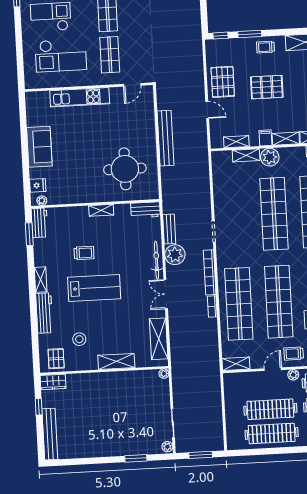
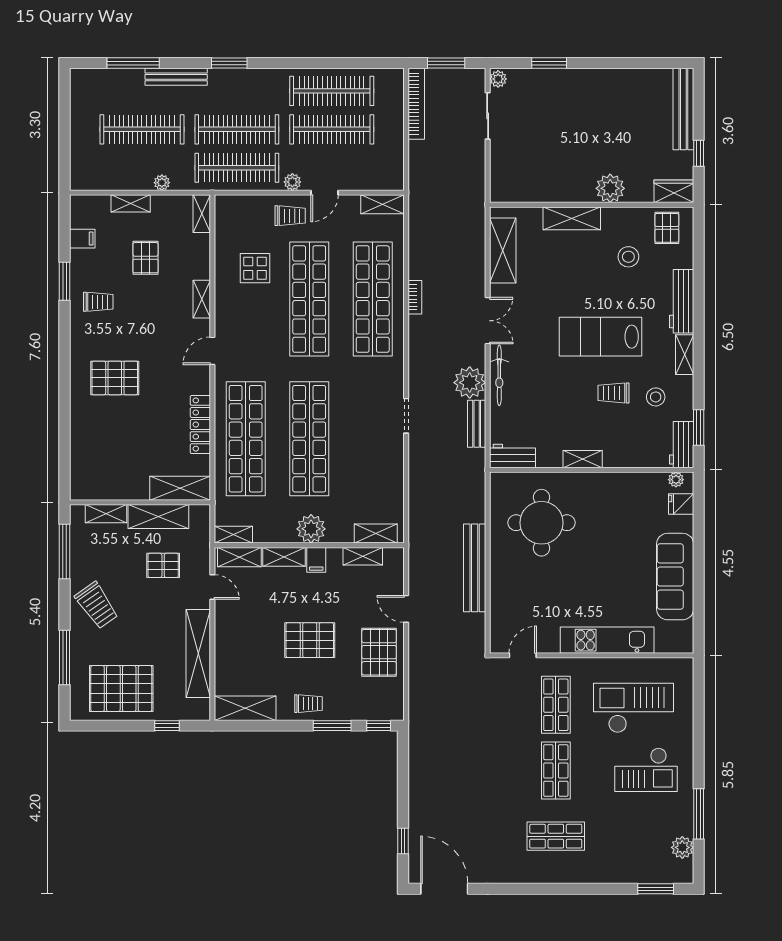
sofa: (39, 147) -> (675, 577), width x1.36
shelving: (246, 155) -> (376, 534), moved
stool: (57, 252) -> (656, 397), added
bookcase: (210, 272) -> (416, 104), moved
plant: (164, 374) -> (610, 188), moved, width x1.87, depth x1.87

